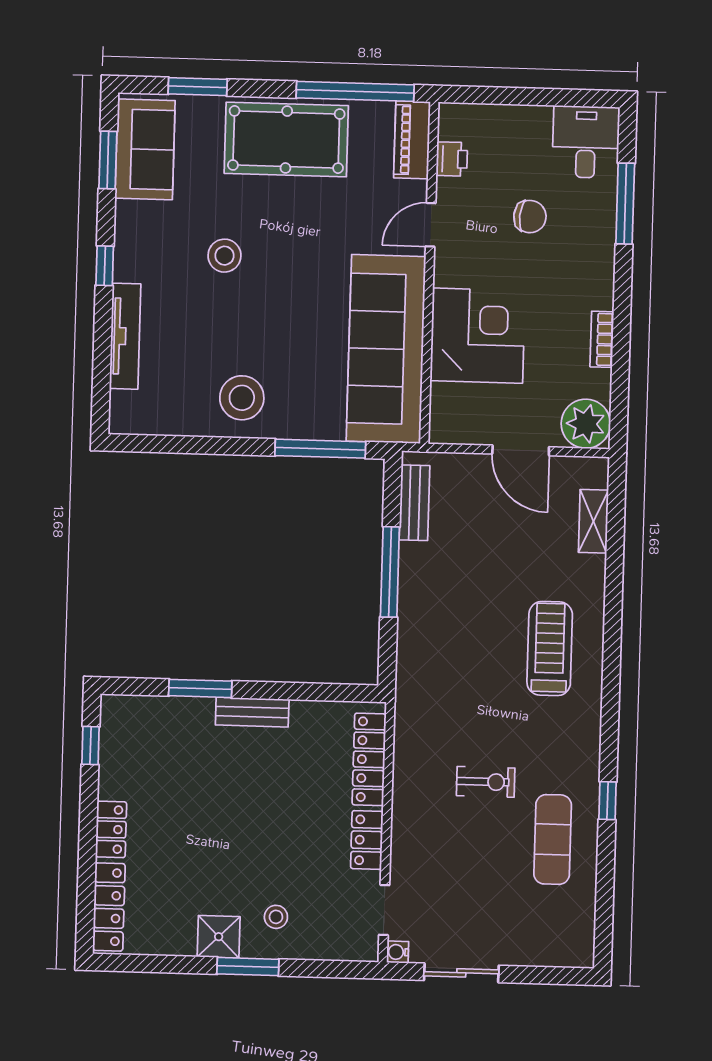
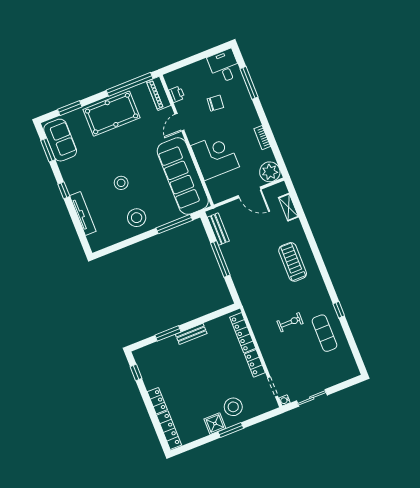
stool: (224, 256) -> (121, 183), moved
stool: (276, 917) -> (233, 407), width x1.89, depth x1.89

